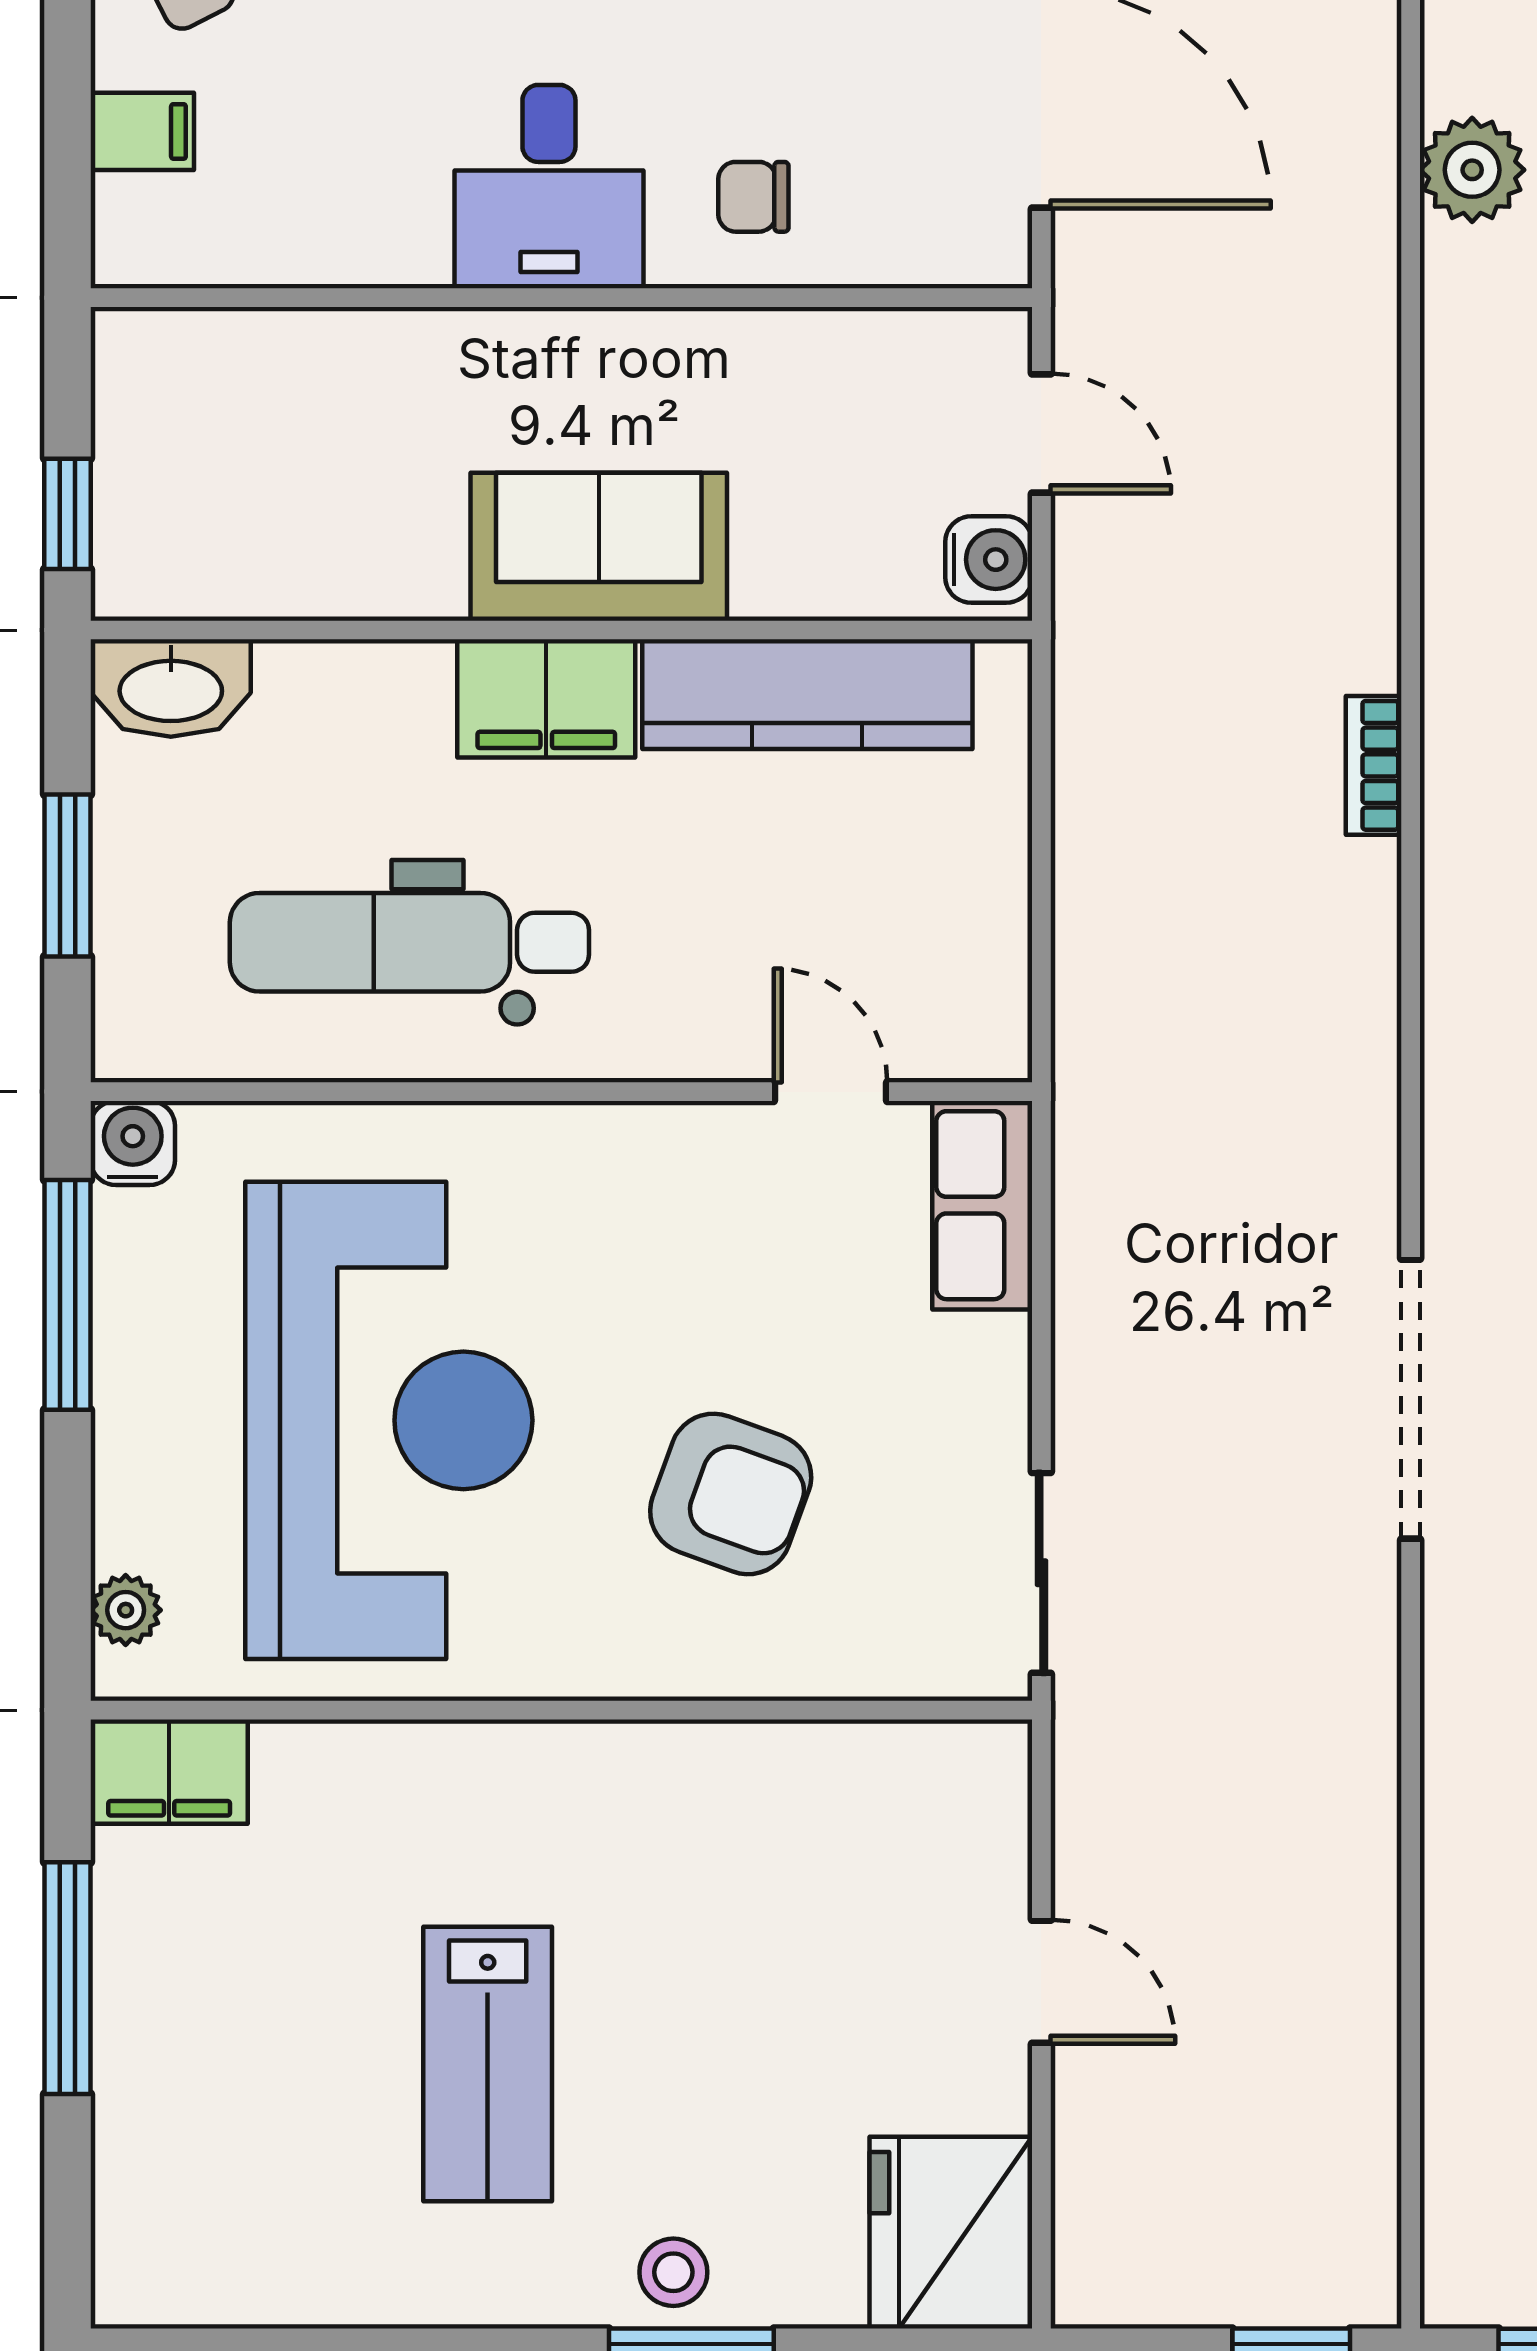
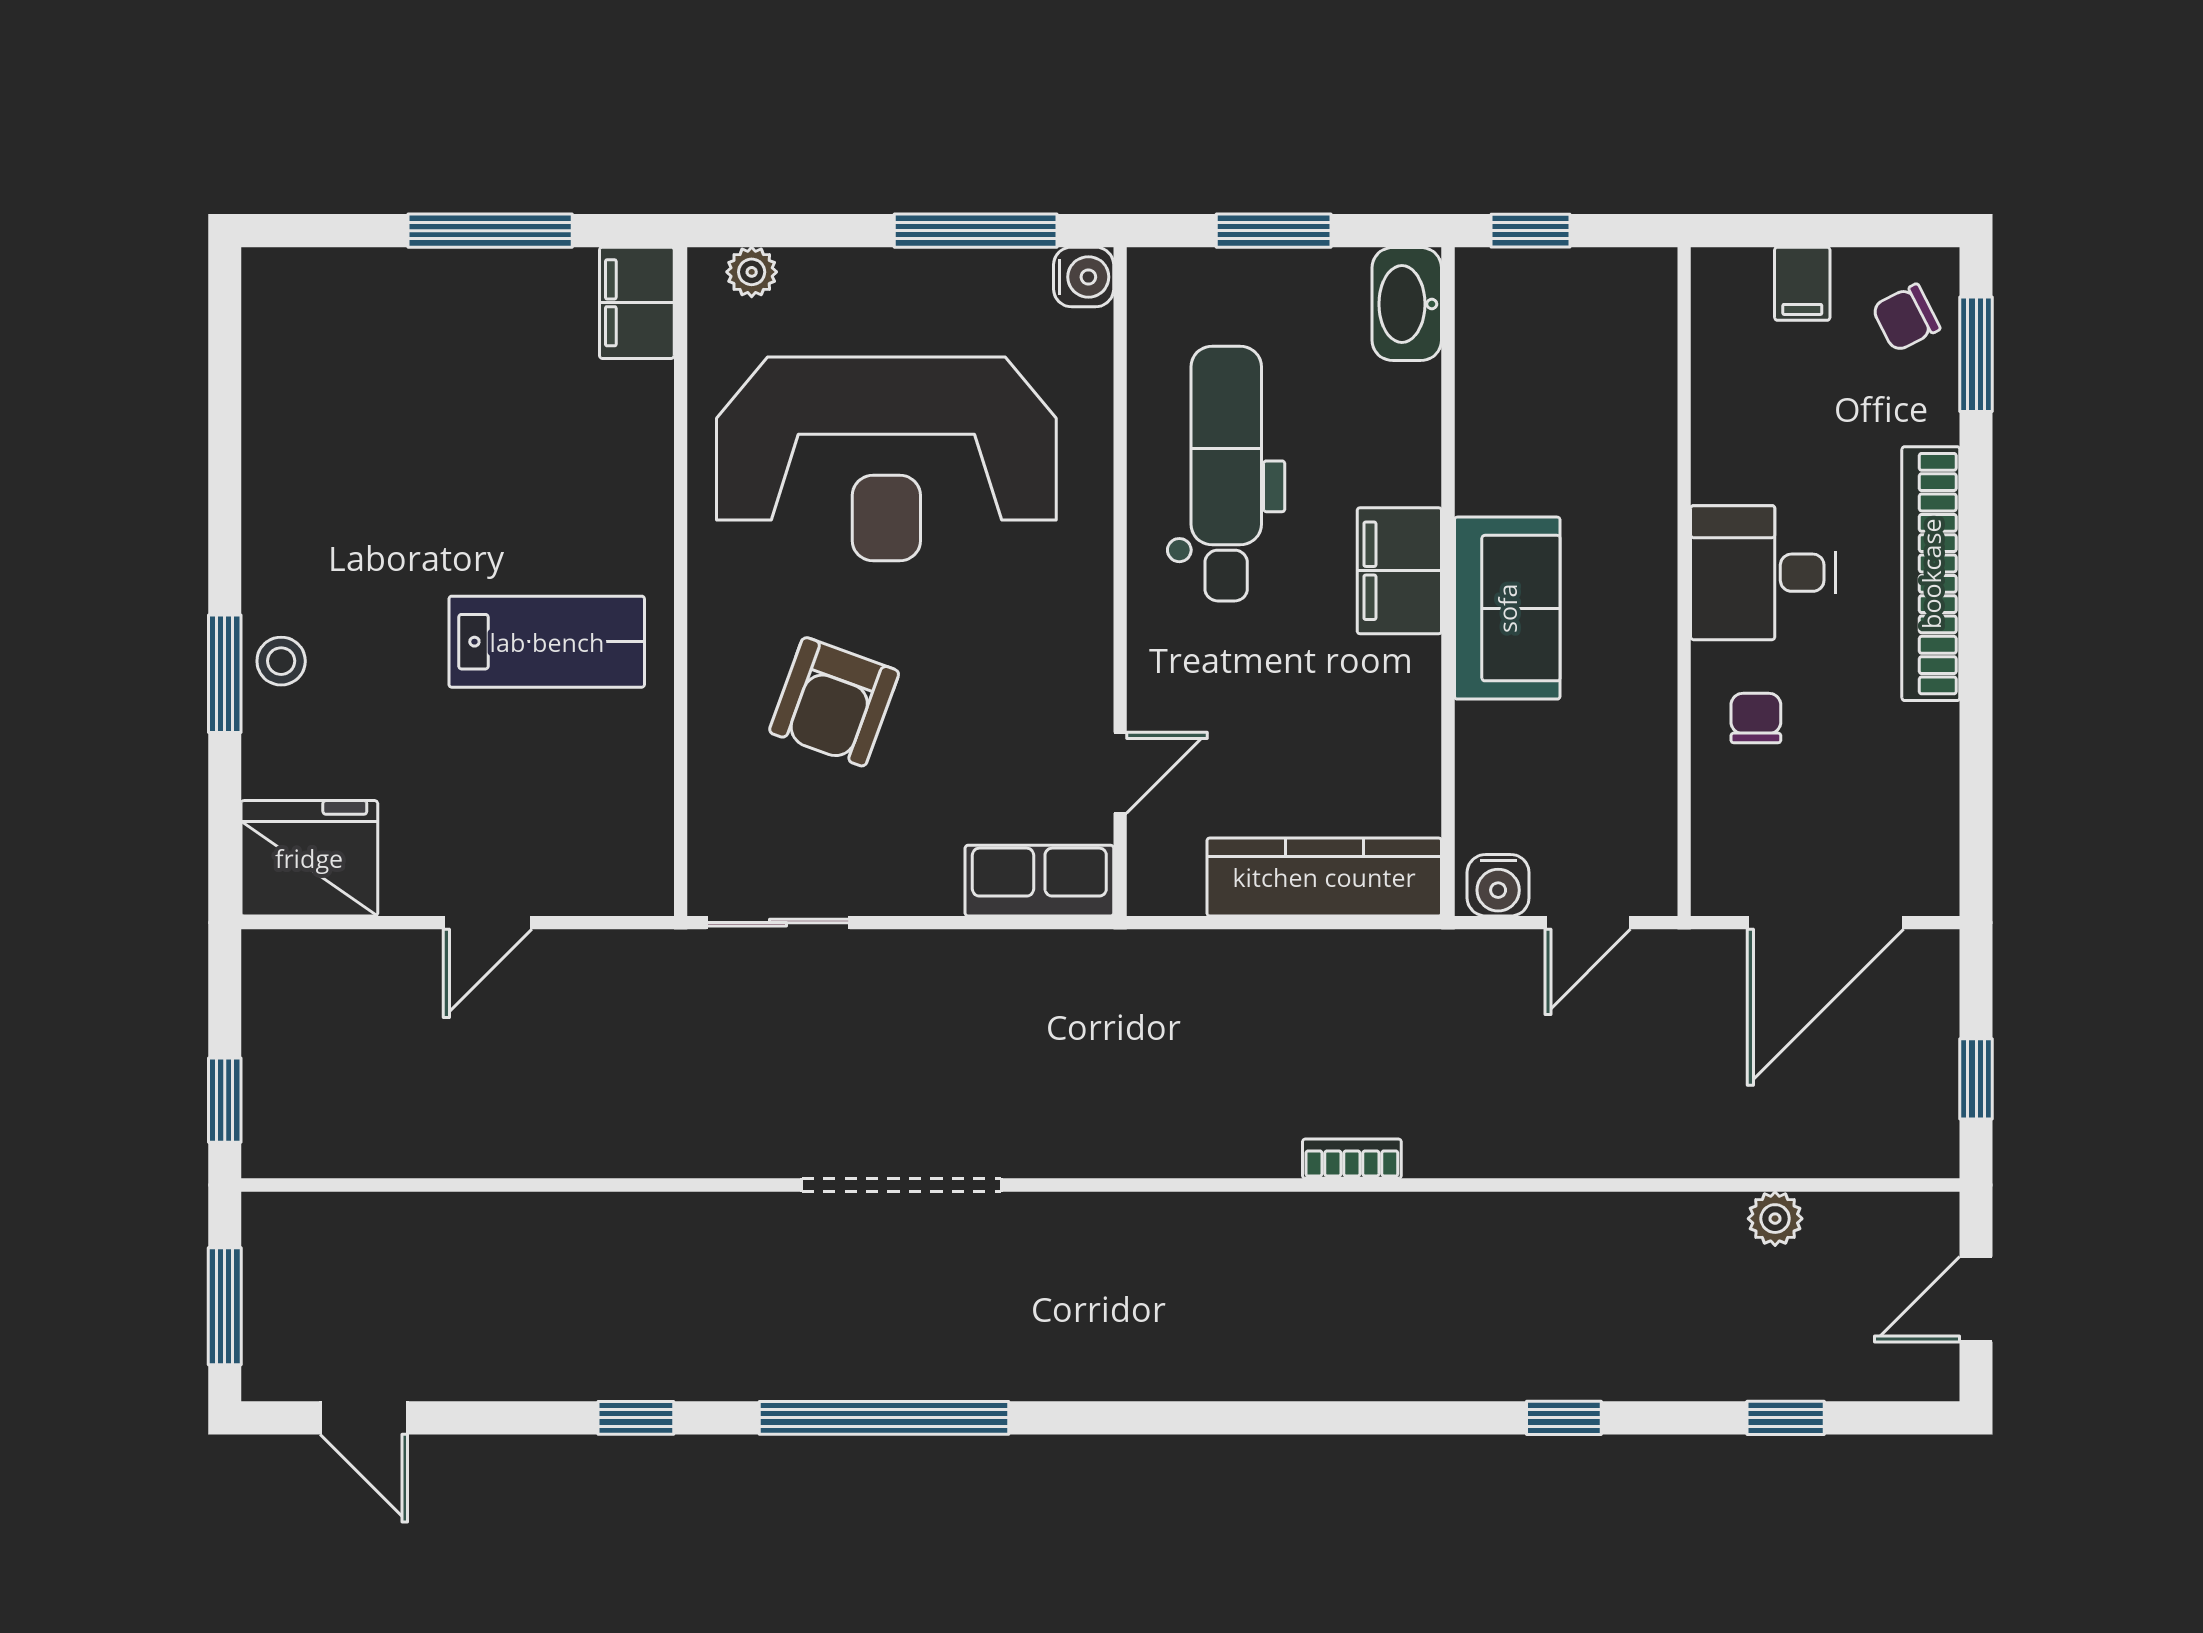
plant: (1472, 170) -> (1775, 1219), width x0.73, depth x0.73
kitchen counter: (807, 694) -> (1324, 877), moved, turned 90
lab bench: (488, 2064) -> (547, 642), moved, turned 180

